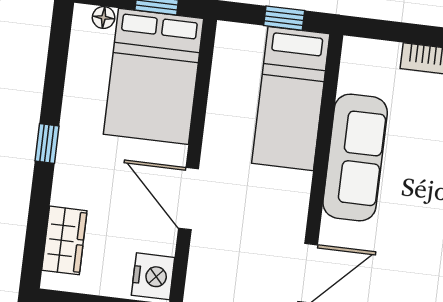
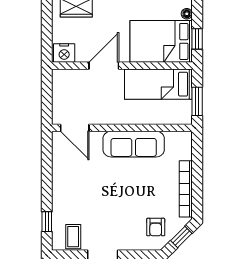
window: (284, 18) -> (197, 101), width x1.50
bed: (291, 99) -> (158, 84), moved

